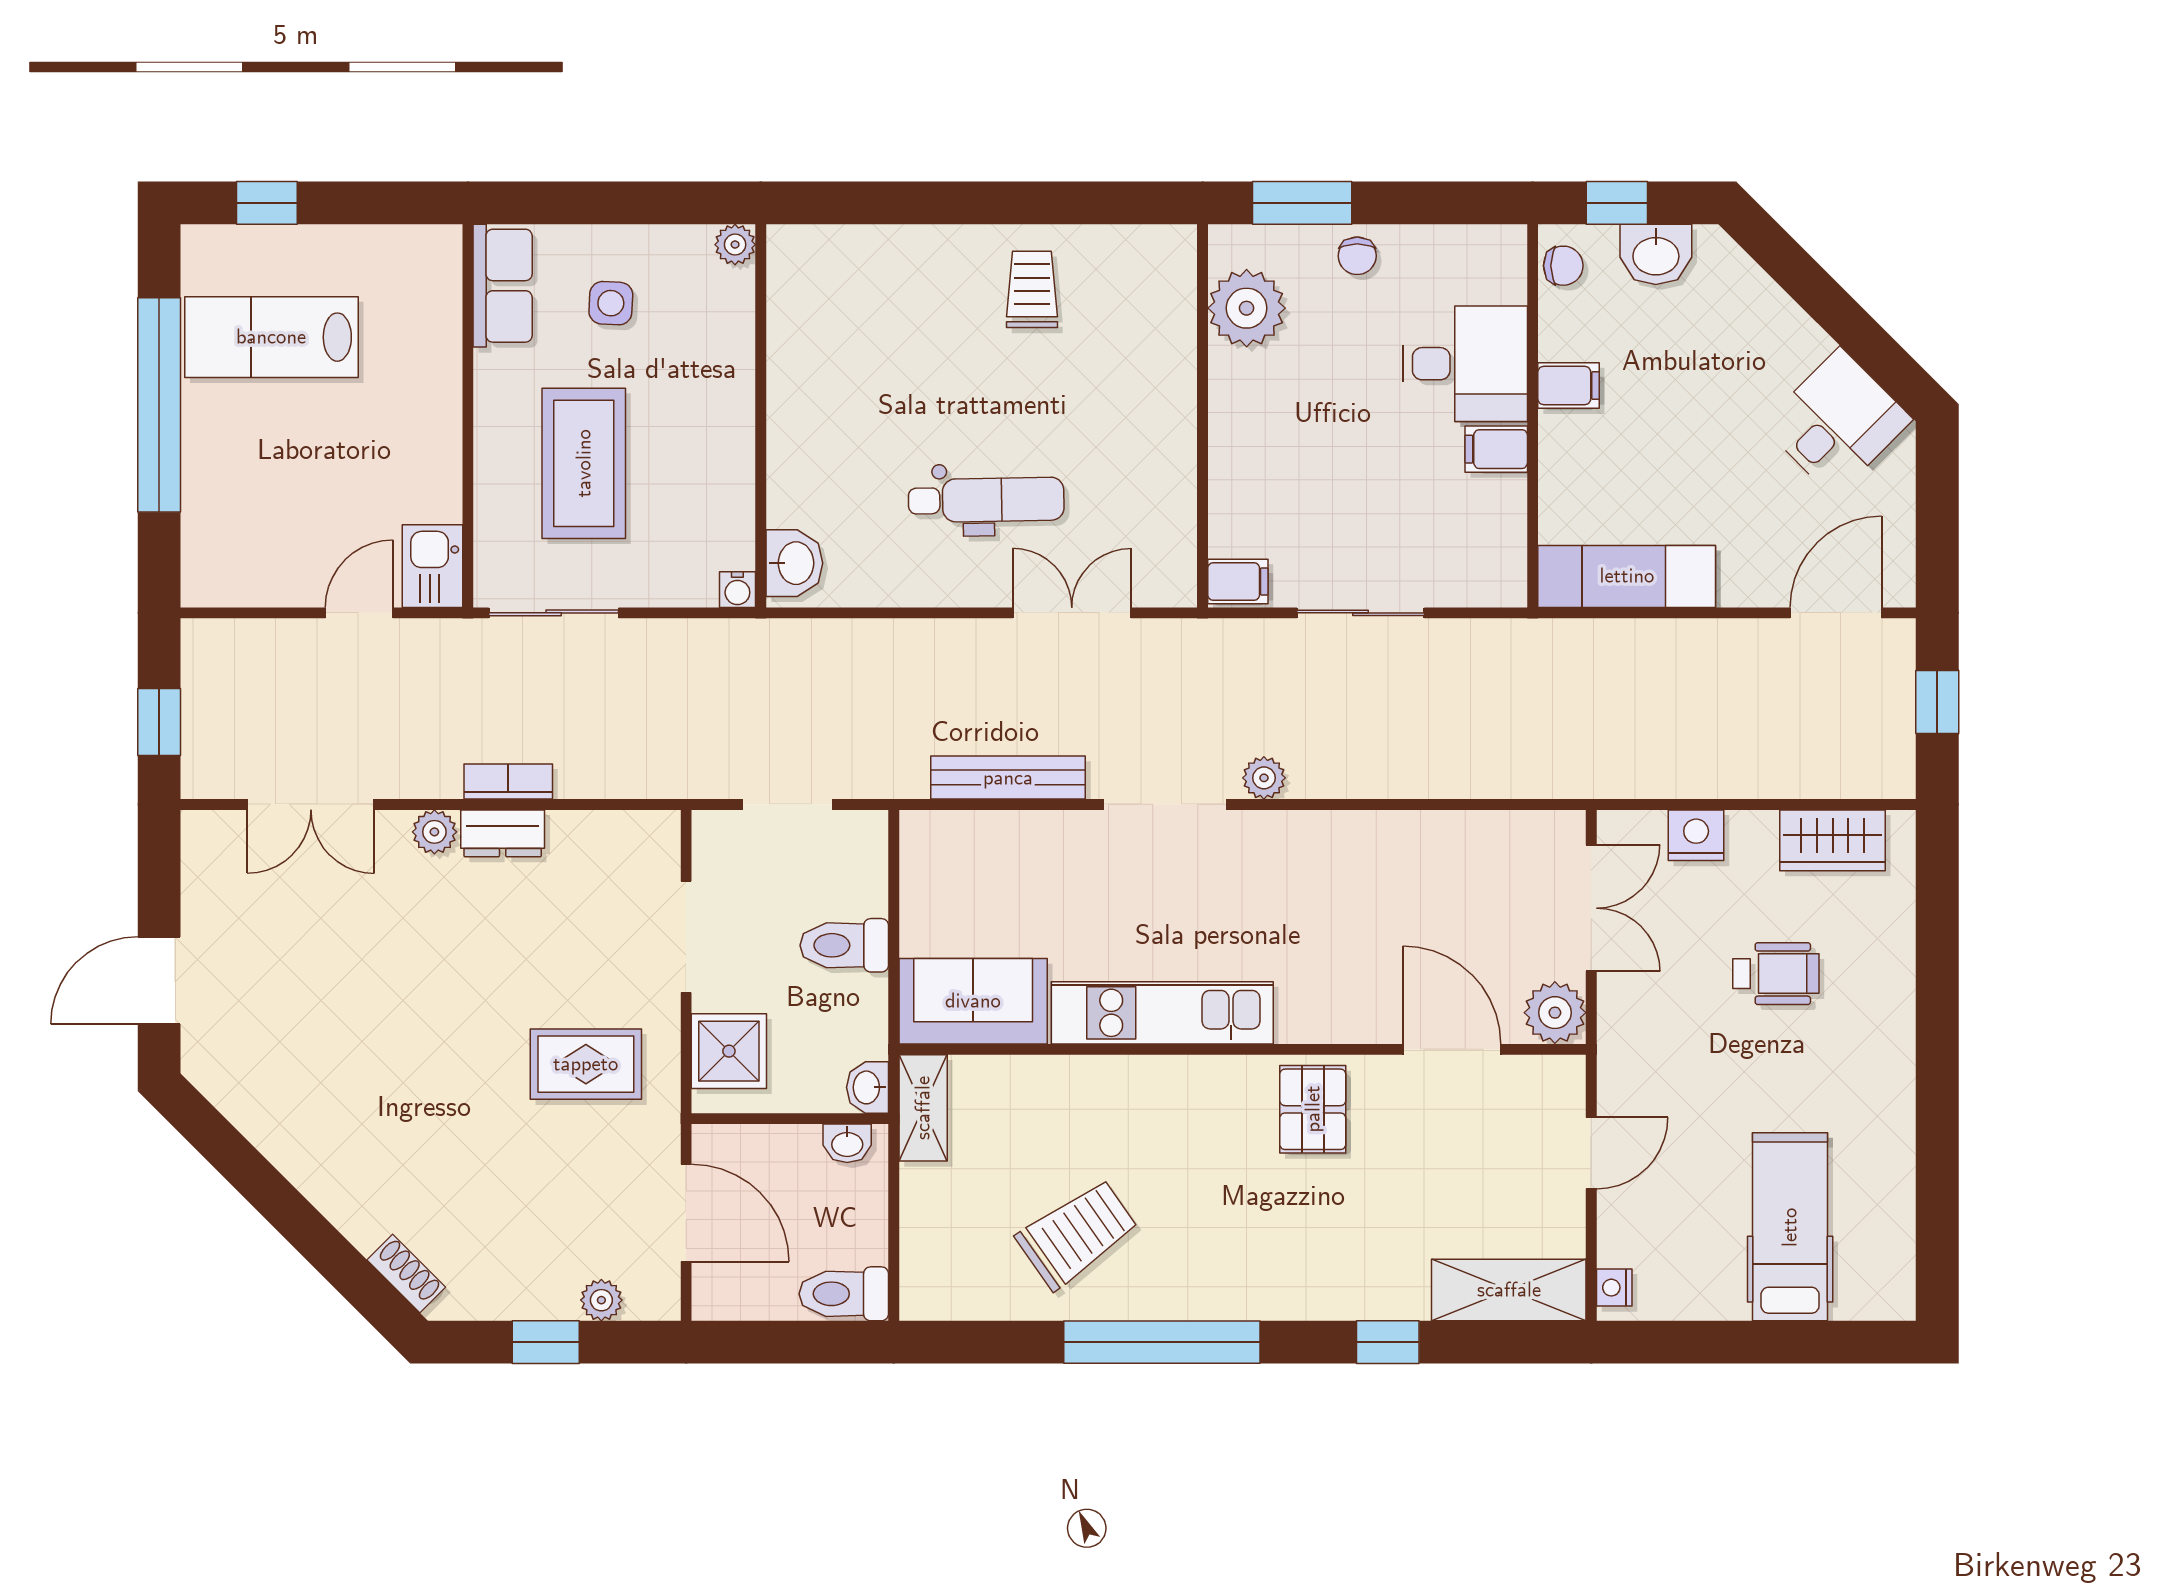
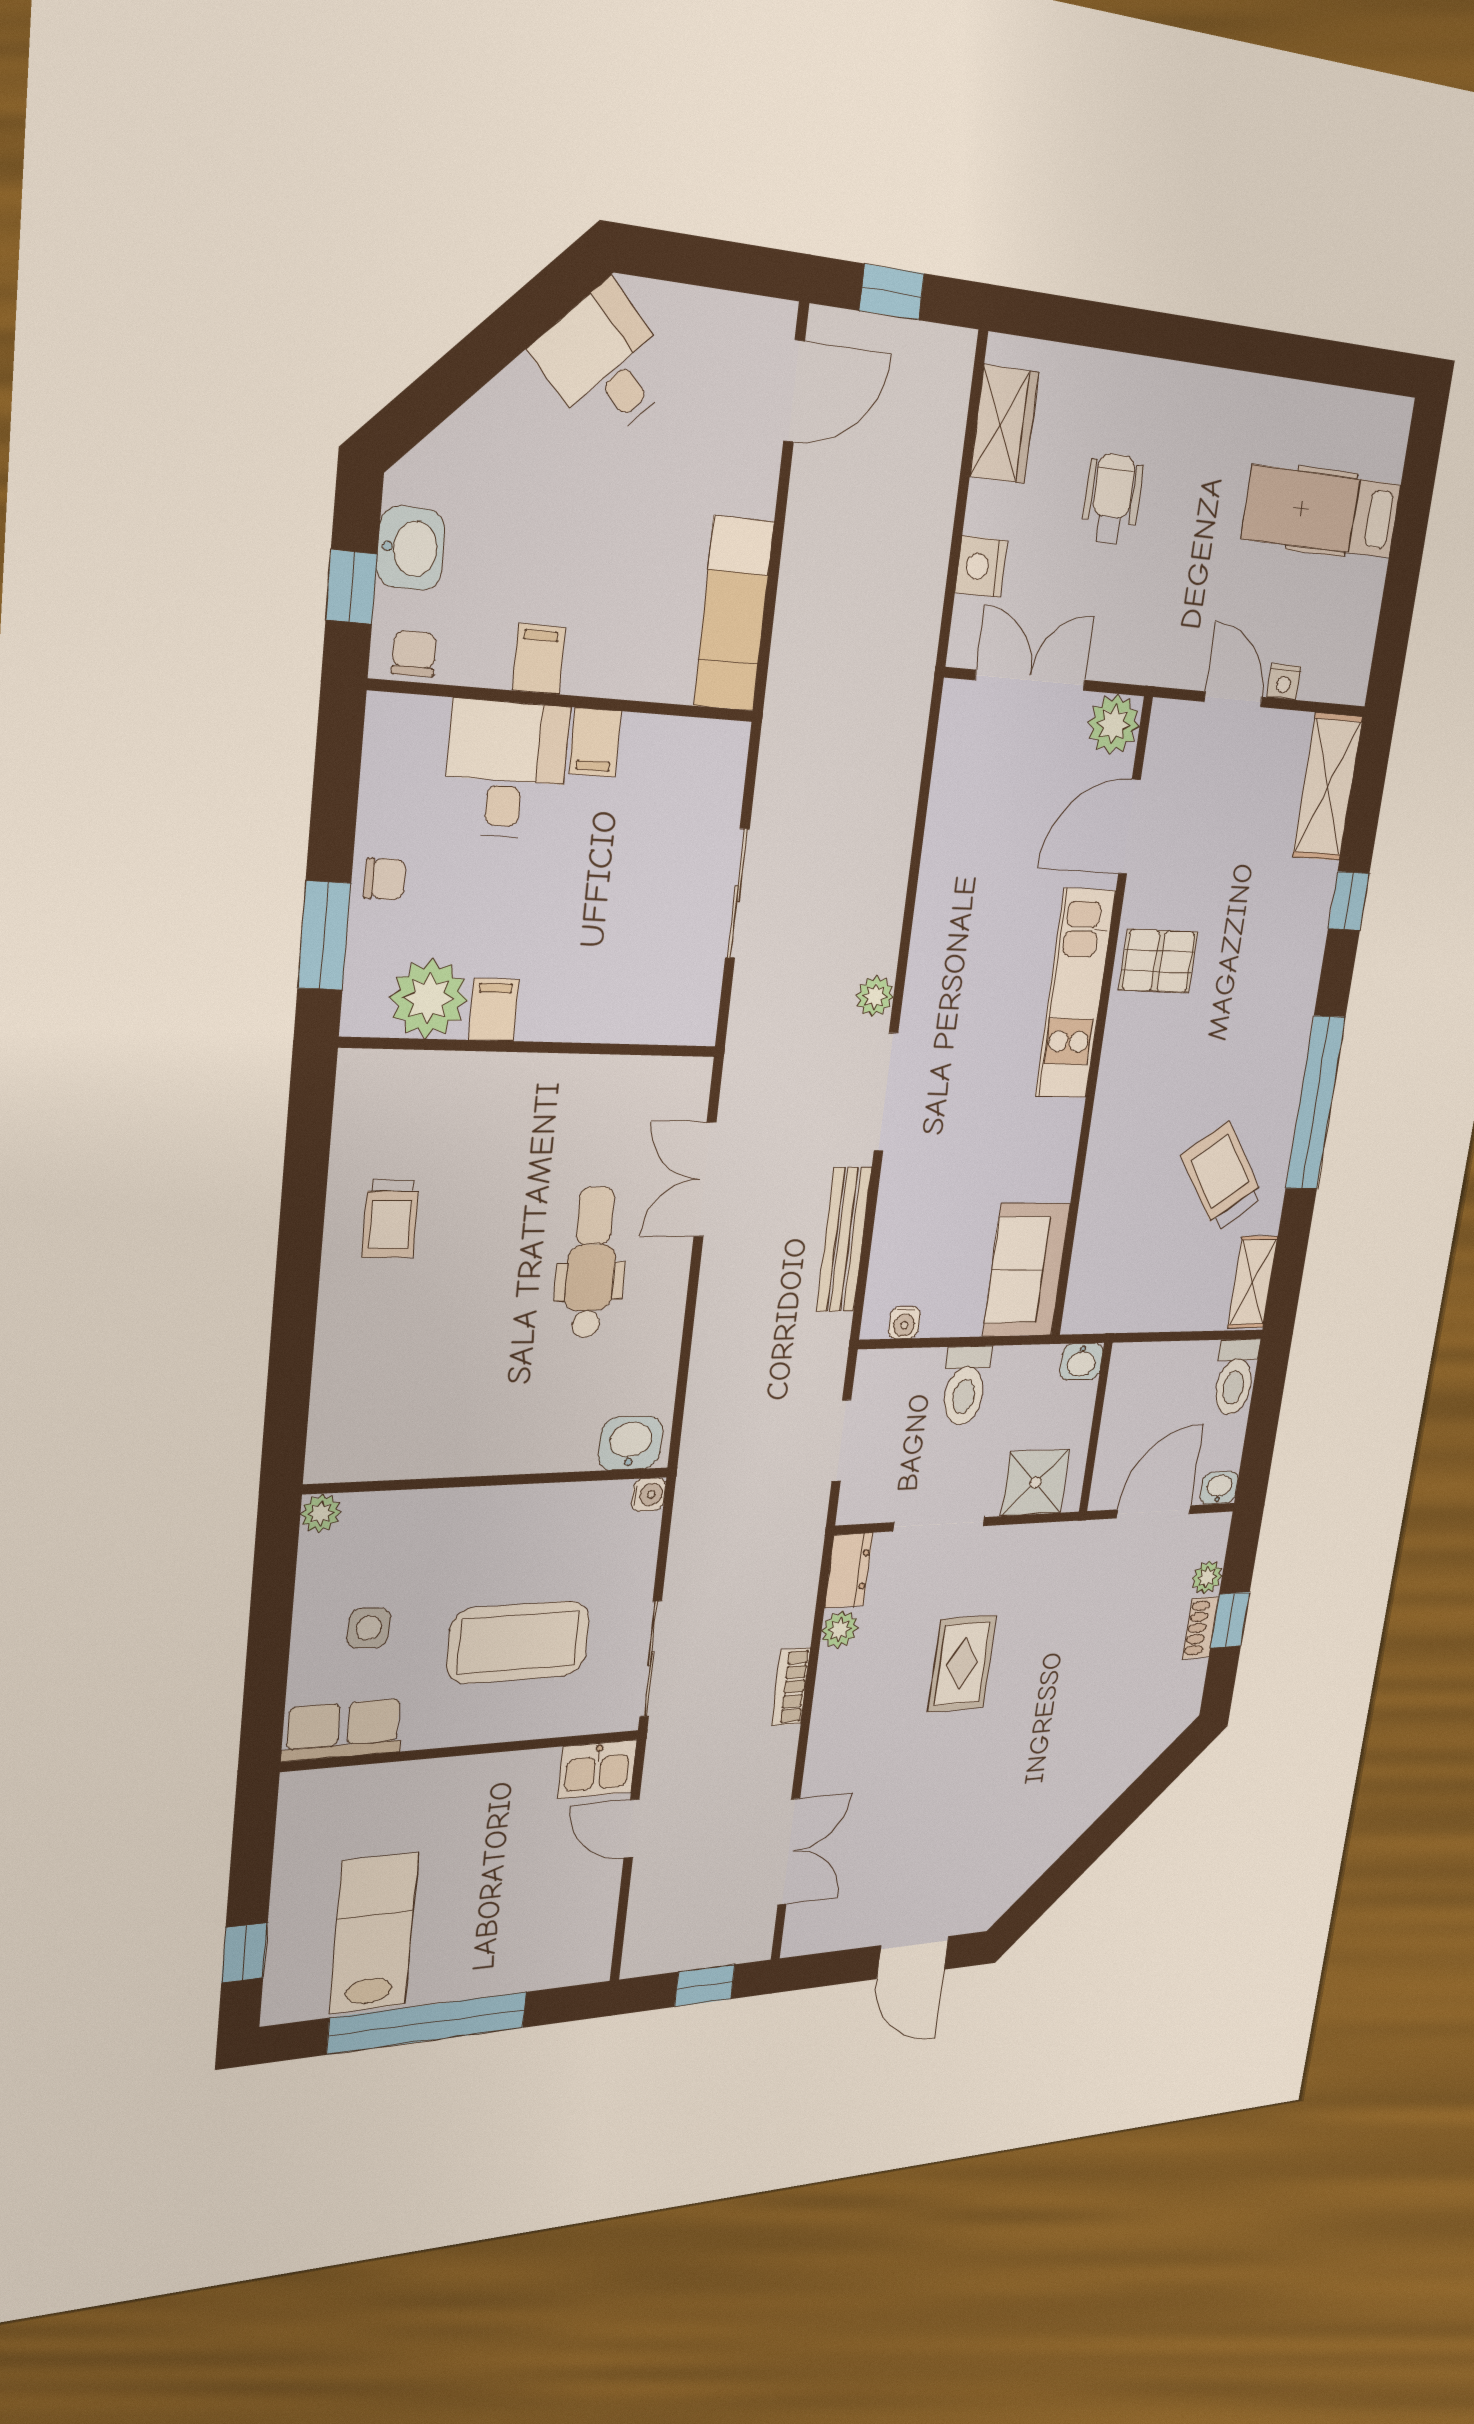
trolley: (1032, 289) -> (391, 1219), turned -90
lab bench: (271, 337) -> (374, 1933), turned 180
filing cabinet: (1238, 581) -> (494, 1010), moved
door: (1836, 613) -> (794, 391), swing flipped
plant: (434, 832) -> (840, 1630), moved
dresser: (503, 833) -> (849, 1570), moved
water cooler: (917, 861) -> (904, 1323), added
kitchen unit: (1162, 1013) -> (1075, 994), moved
rug: (586, 1064) -> (962, 1664), moved
shelving: (923, 1108) -> (1253, 1282), moved, turned 90
washbasin: (847, 1143) -> (1219, 1488), moved, turned -90
shoe rack: (406, 1274) -> (1201, 1628), moved, turned -45
nightstand: (1614, 1288) -> (1284, 682), moved

